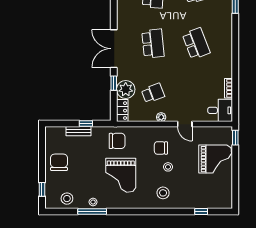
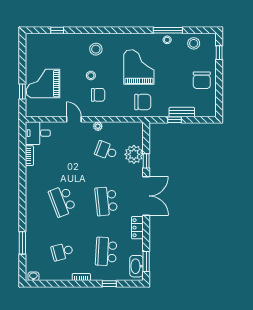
school desk: (153, 93) -> (106, 151), turned 42
locker: (122, 111) -> (137, 228), moved
window: (235, 138) -> (22, 91), moved
chair: (117, 141) -> (143, 102), turned 180

